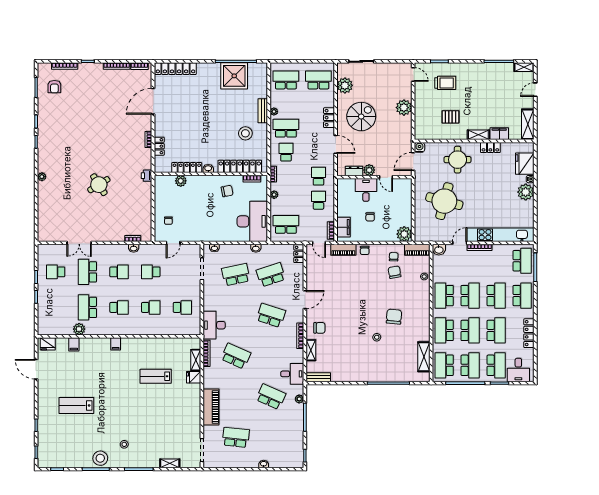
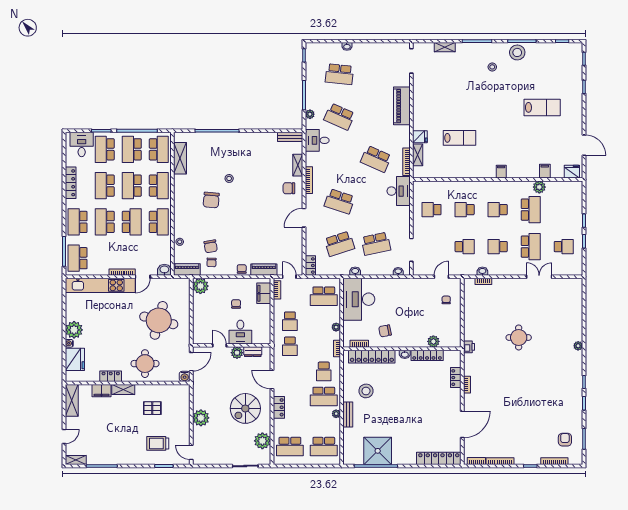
round table: (99, 185) -> (519, 337), turned 32
school desk: (470, 296) -> (132, 222), turned 180
school desk: (236, 437) -> (339, 74), moved

